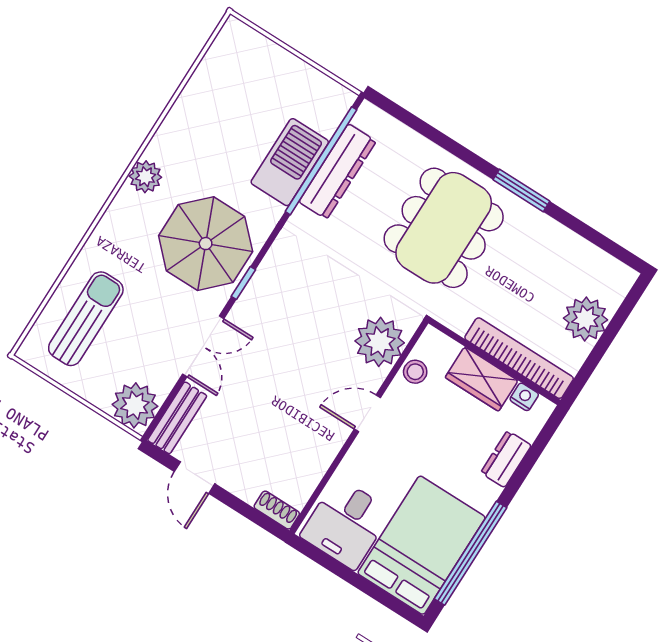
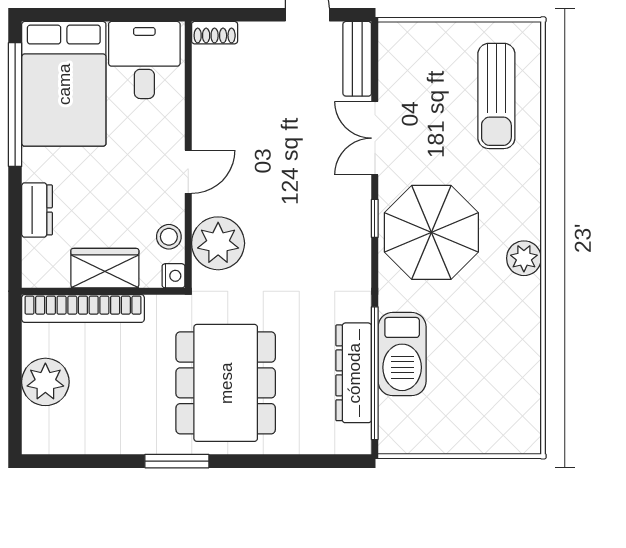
nightstand: (524, 397) -> (173, 276), moved, turned -90
plant: (135, 405) -> (403, 46), removed

